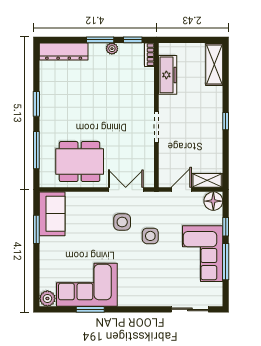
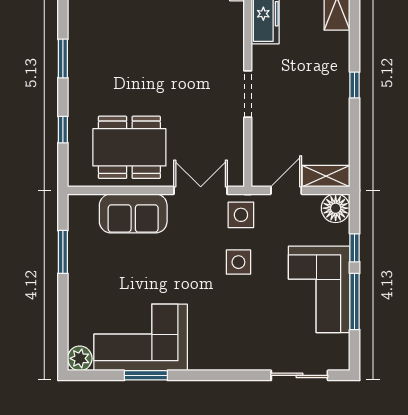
window: (36, 150) -> (63, 130), width x0.46
sofa: (52, 214) -> (133, 213), moved, turned 90
side table: (122, 222) -> (241, 215), moved

